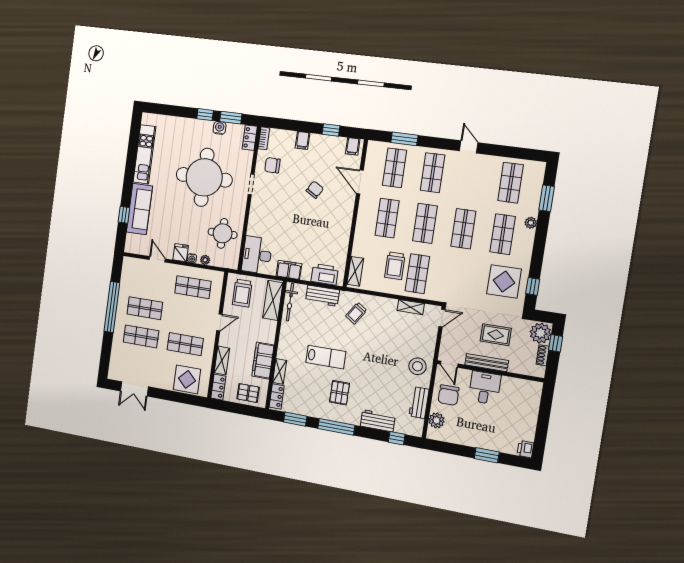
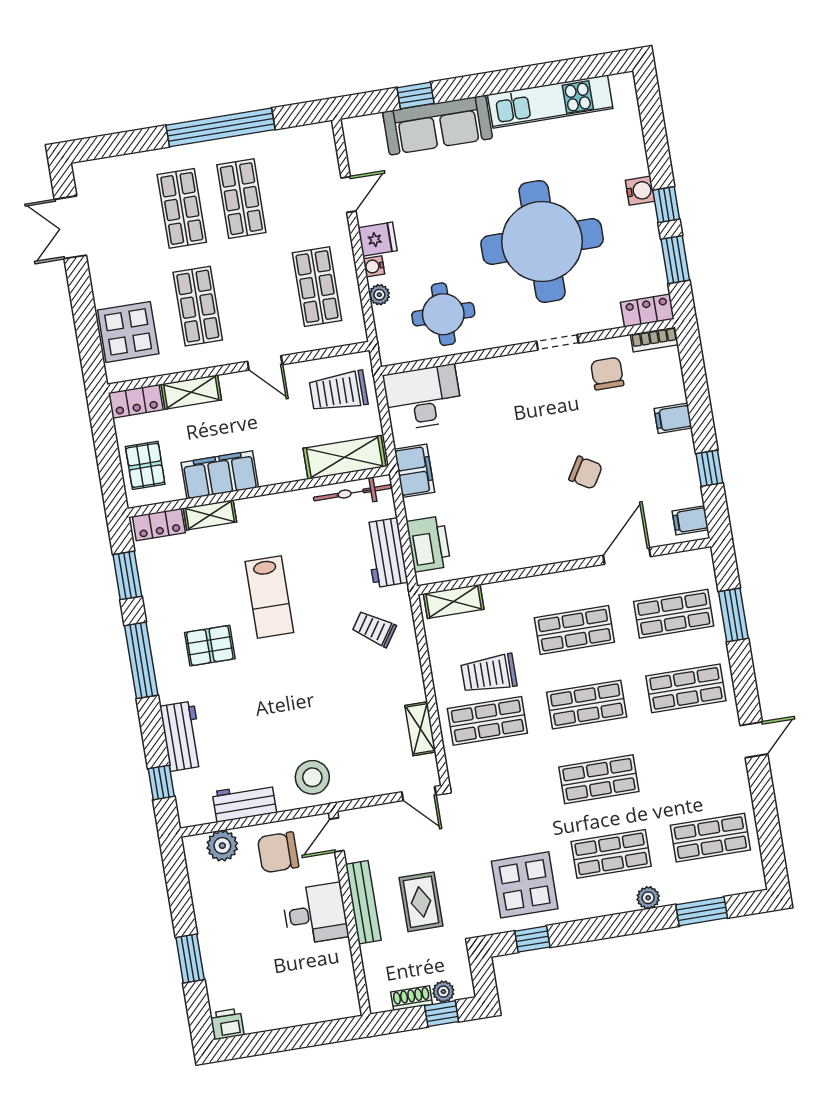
water cooler: (220, 128) -> (640, 191), moved
plant: (540, 333) -> (443, 992), width x0.53, depth x0.53

